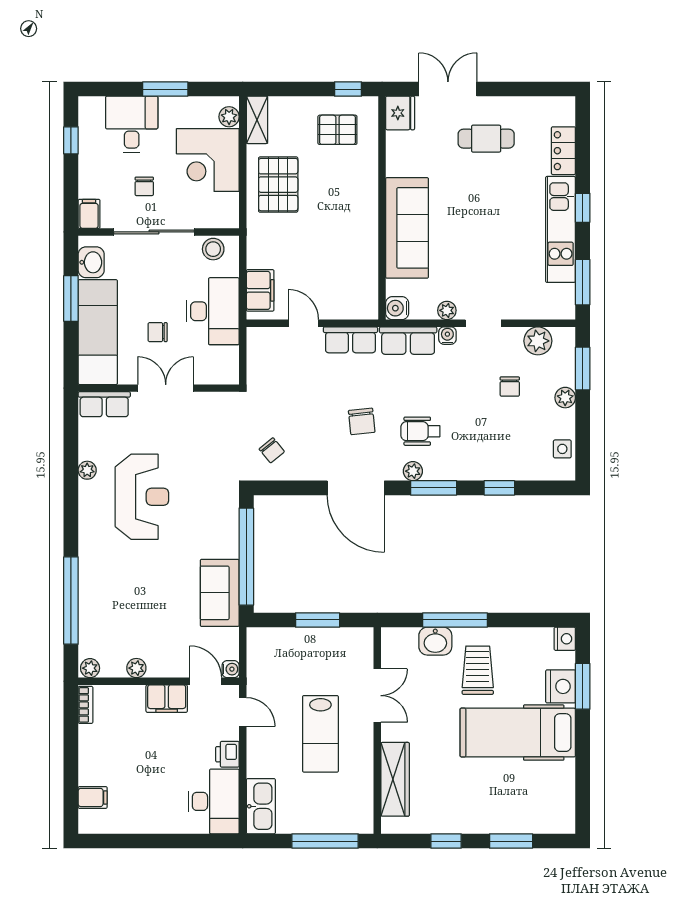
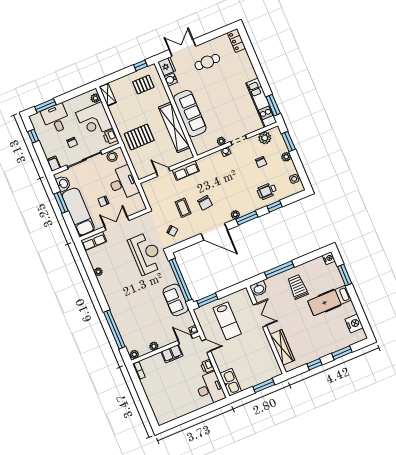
window: (165, 89) -> (45, 106), moved
locker: (563, 151) -> (236, 41), moved
pallet: (278, 185) -> (139, 137), moved, turned 90
printer: (226, 207) -> (110, 137), added
window: (583, 208) -> (260, 74), removed
kitchen unit: (561, 229) -> (261, 103), moved
shelving: (364, 243) -> (174, 127), added
filing cabinet: (260, 290) -> (139, 166), removed
water cooler: (397, 308) -> (171, 80), moved
row of seats: (408, 341) -> (210, 161), removed
coffee table: (313, 413) -> (183, 208), added
wheelchair: (420, 431) -> (267, 191), moved
reception desk: (142, 497) -> (146, 253), moved
window: (318, 620) -> (207, 300), moved
washbasin: (435, 641) -> (259, 289), moved
nightstand: (561, 686) -> (354, 323), moved
hospital bed: (518, 733) -> (330, 301), width x0.73, depth x0.78
lab bench: (320, 734) -> (227, 321), moved
filing cabinet: (93, 797) -> (158, 408), removed
window: (325, 841) -> (264, 386), width x0.69

